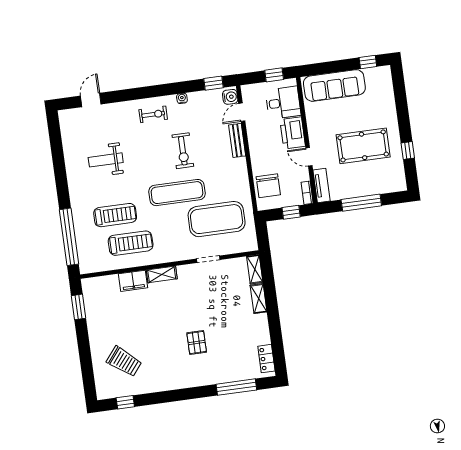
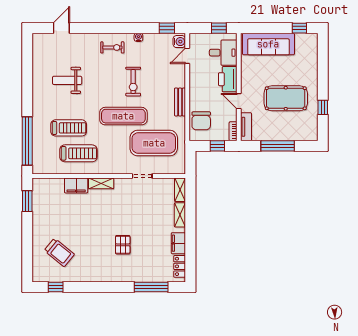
bench: (237, 140) -> (180, 102), moved
filing cabinet: (261, 332) -> (178, 243), added

